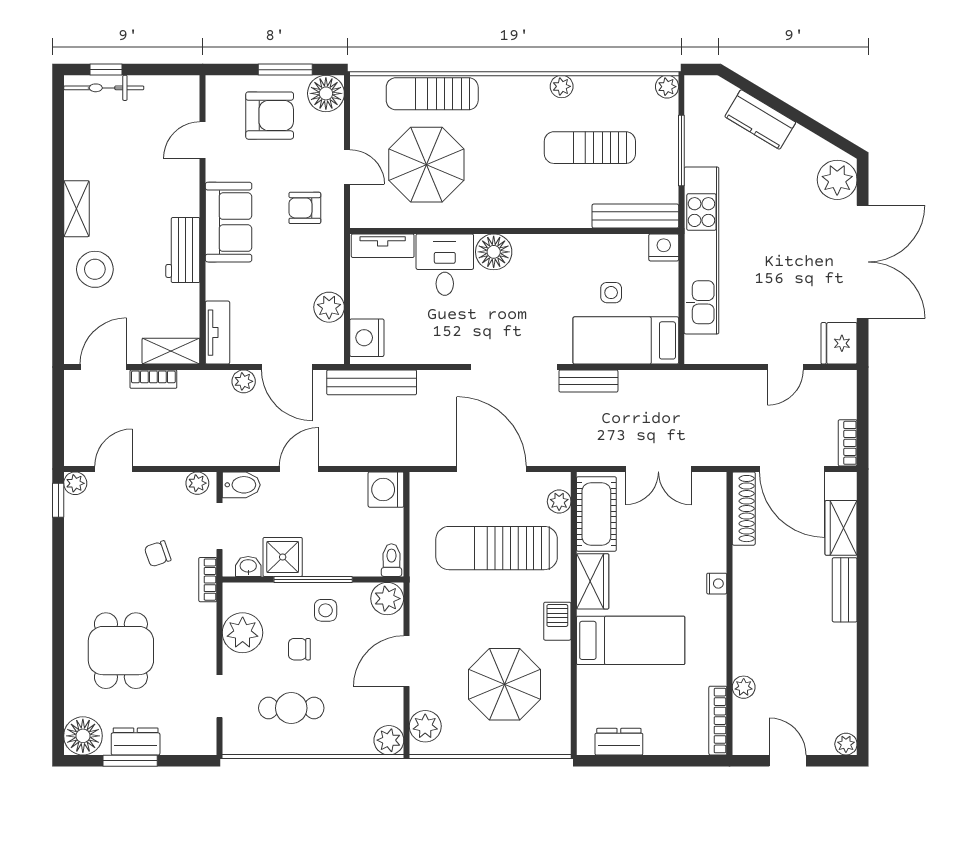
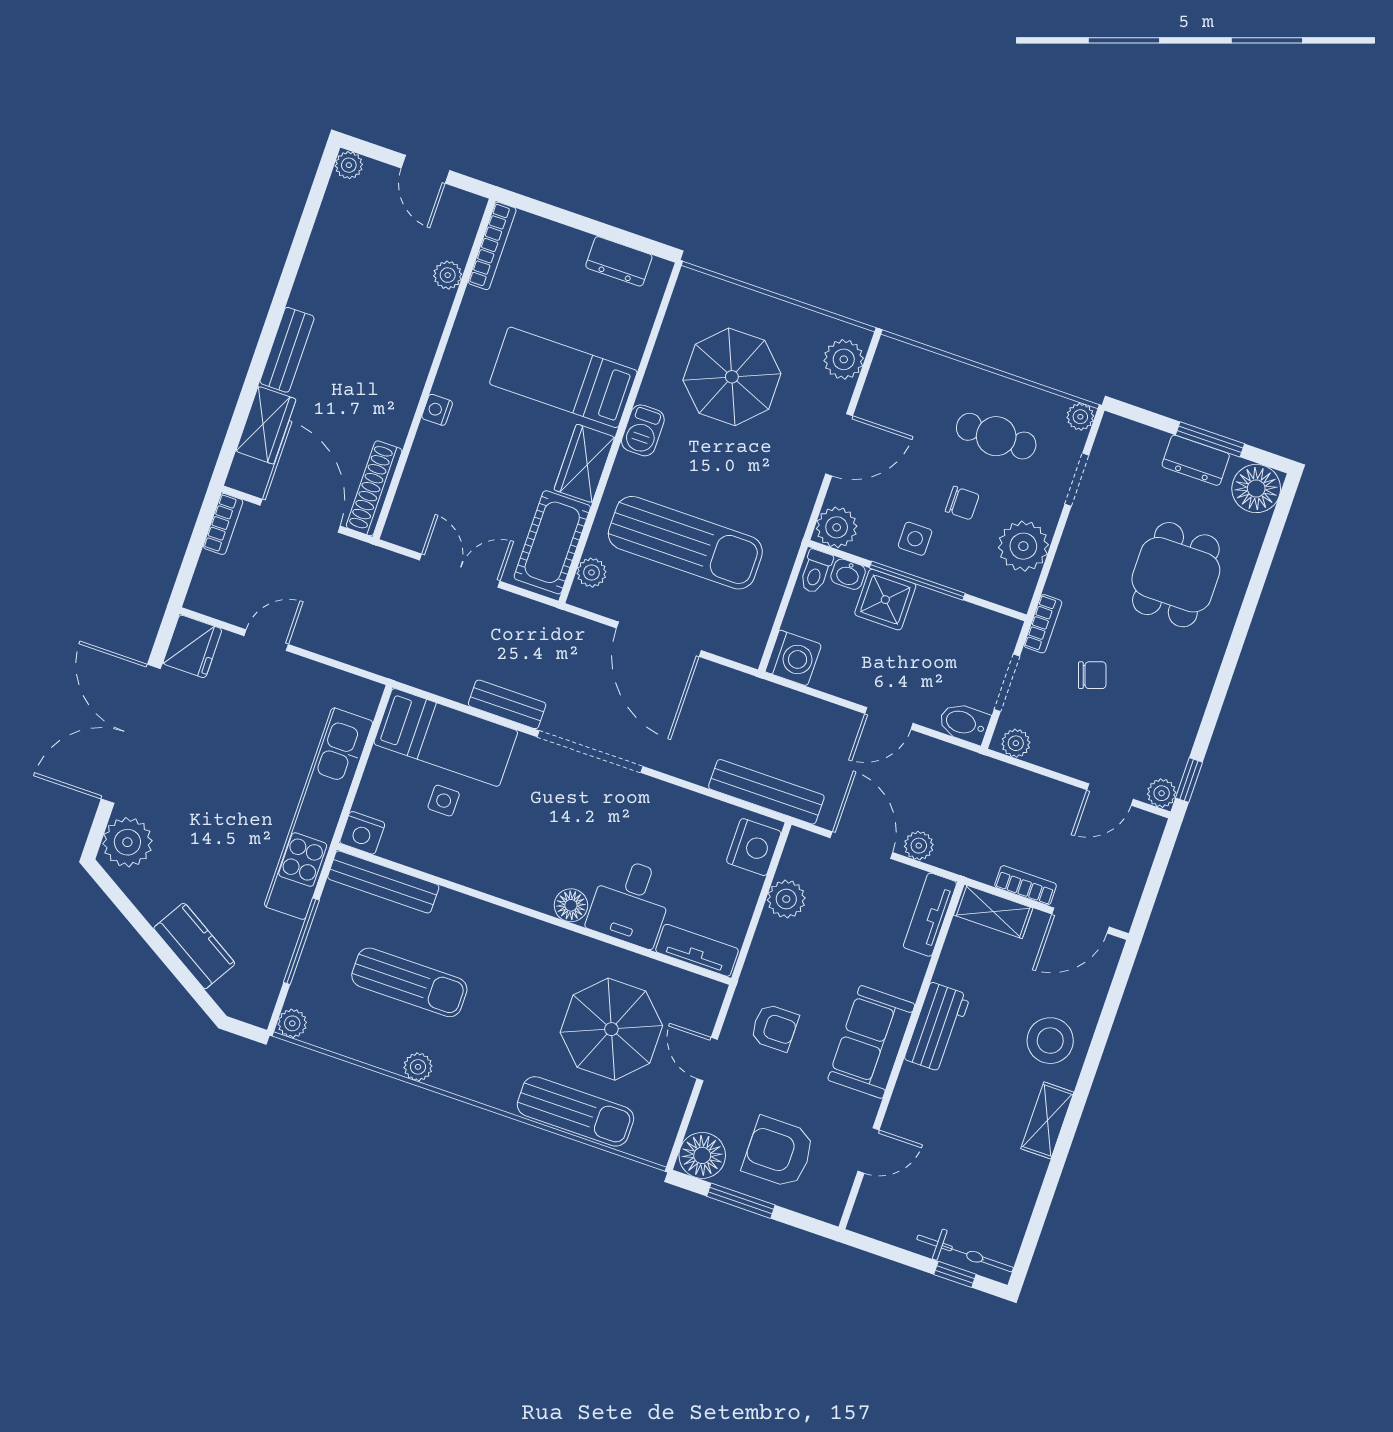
floor lamp: (494, 252) -> (571, 905), width x0.73, depth x0.73
shower: (283, 557) -> (885, 600), moved
washbasin: (248, 566) -> (848, 574), moved
plant: (389, 740) -> (1080, 417), moved, width x0.73, depth x0.73

